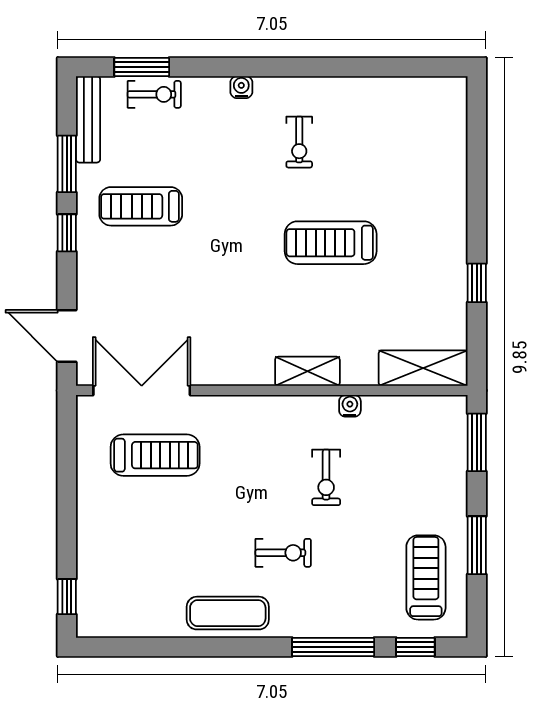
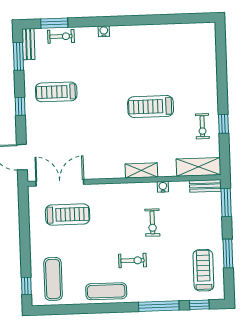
bench: (88, 119) -> (28, 44), width x0.73
exercise bike: (299, 142) -> (202, 126), moved
window: (67, 164) -> (18, 56), moved
bench: (436, 407) -> (205, 186), added
exercise mat: (121, 585) -> (53, 279), added

